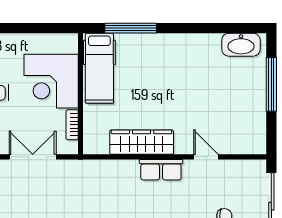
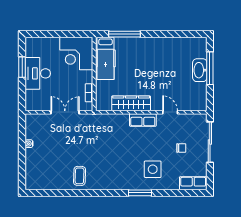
washbasin: (241, 45) -> (200, 70), moved, turned 90
corner desk: (51, 81) -> (76, 54), moved

